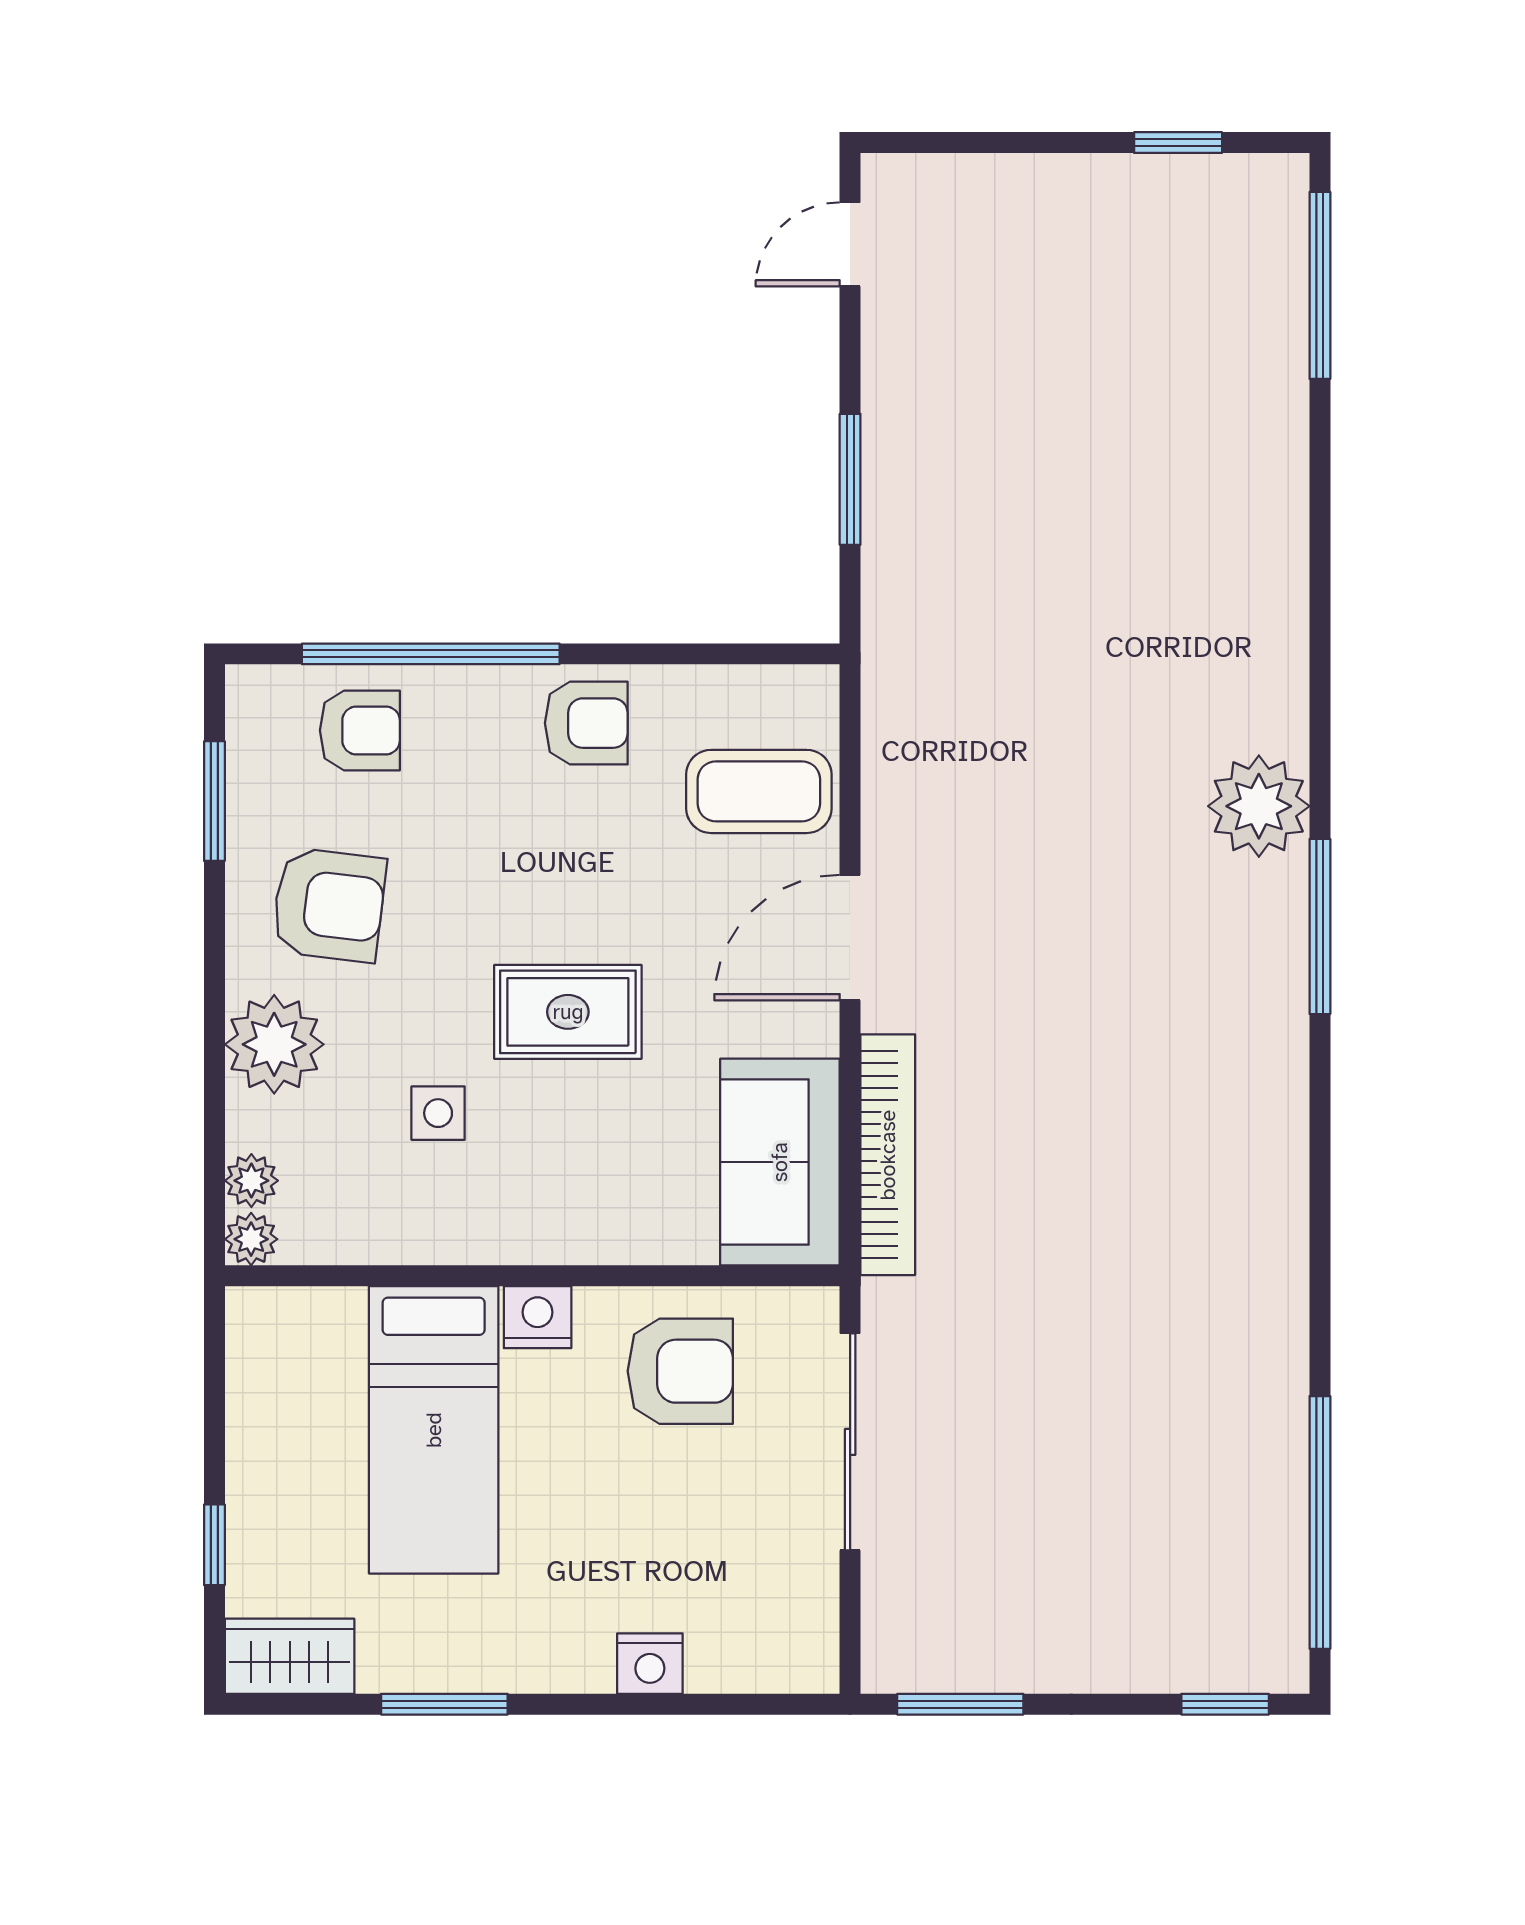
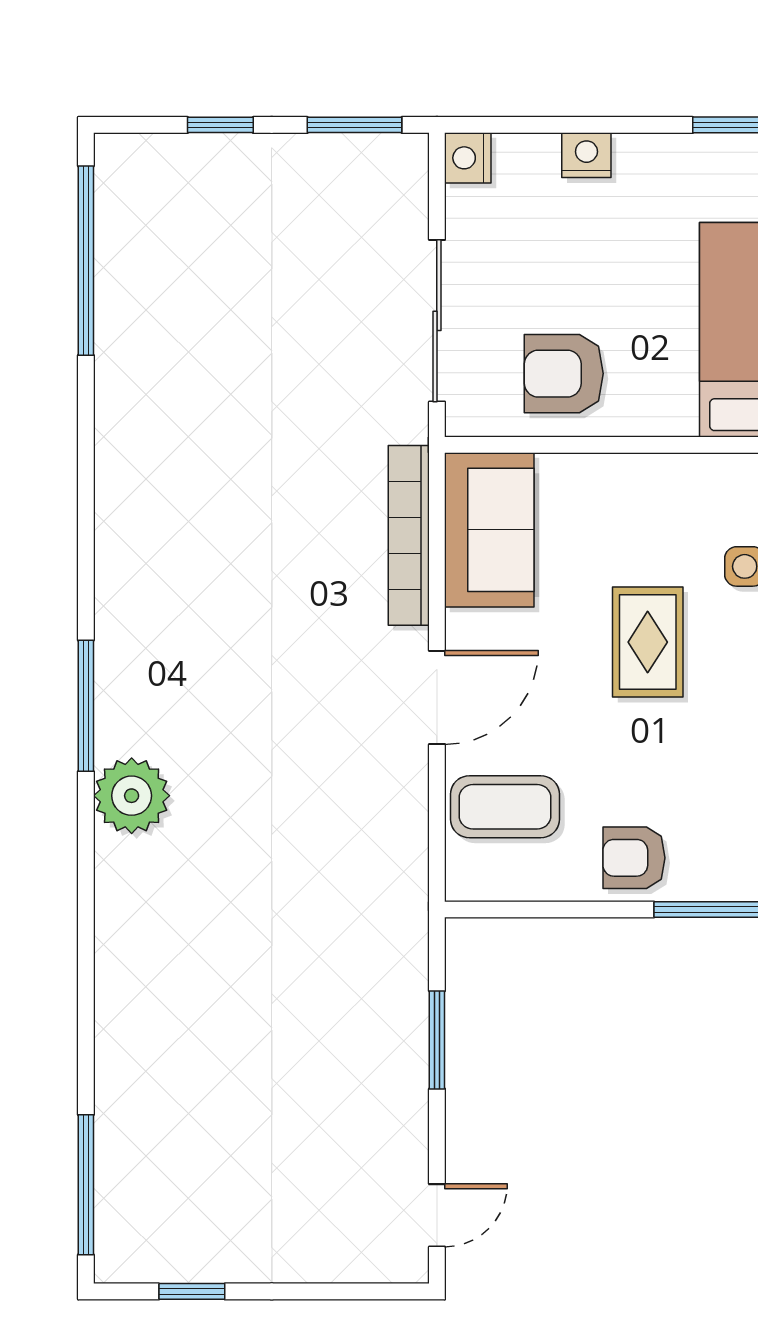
rug: (568, 1012) -> (648, 642), turned 90
nightstand: (538, 1317) -> (468, 158), moved, turned 90
window: (1225, 1704) -> (220, 125), moved

